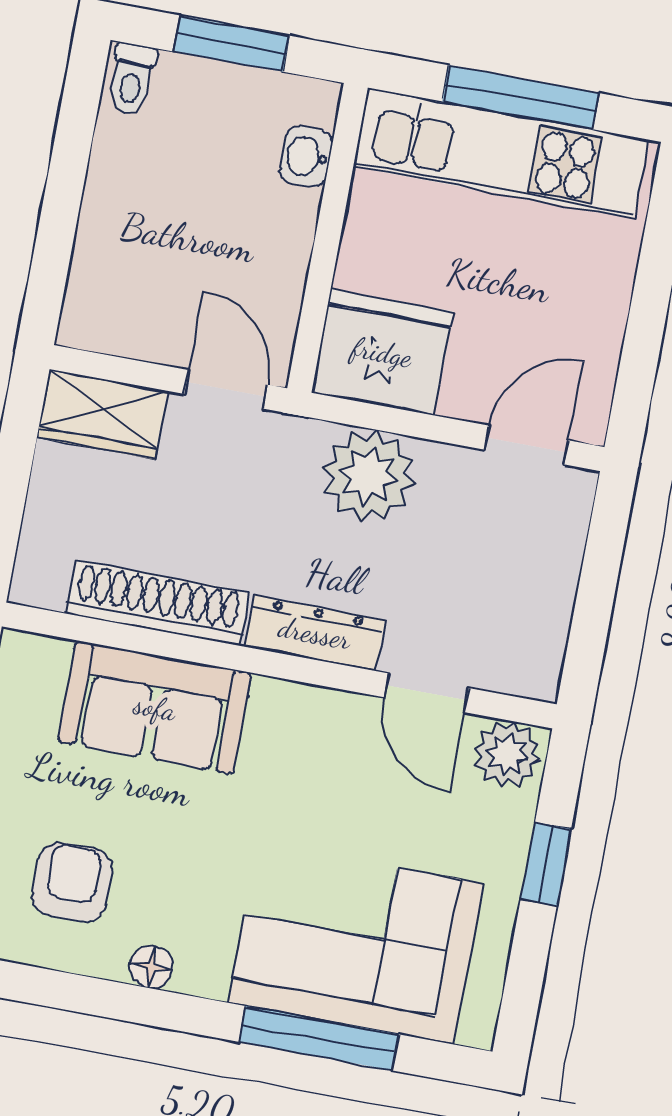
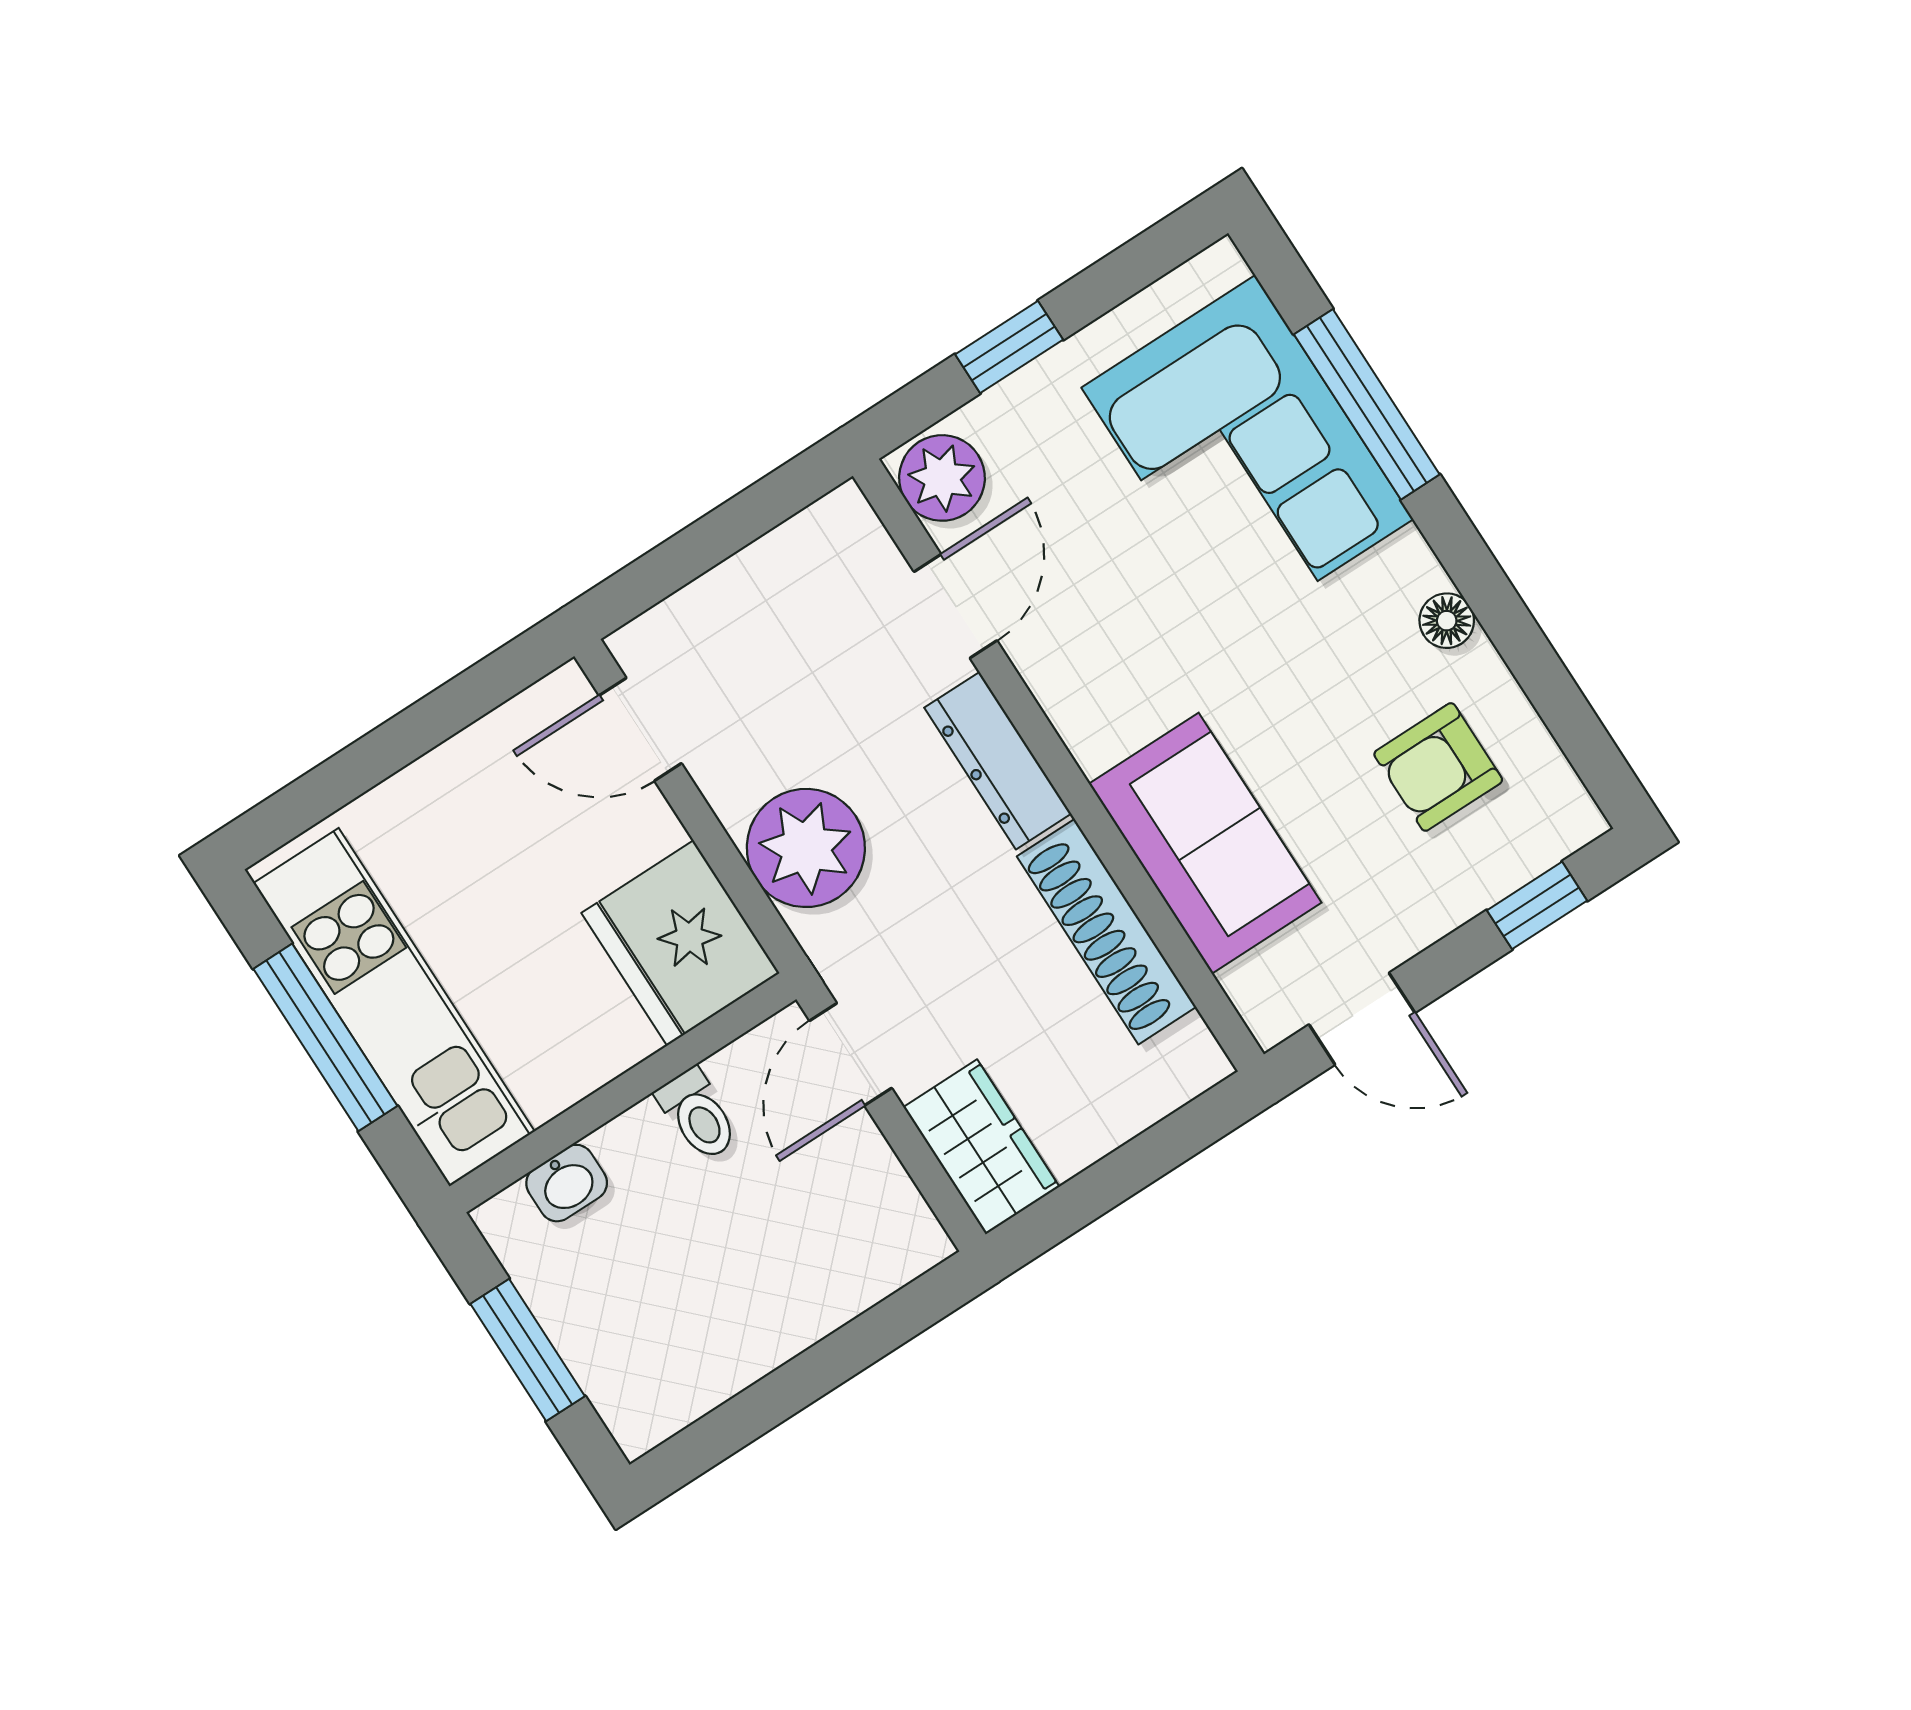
toilet: (132, 79) -> (698, 1115), moved, turned 90

